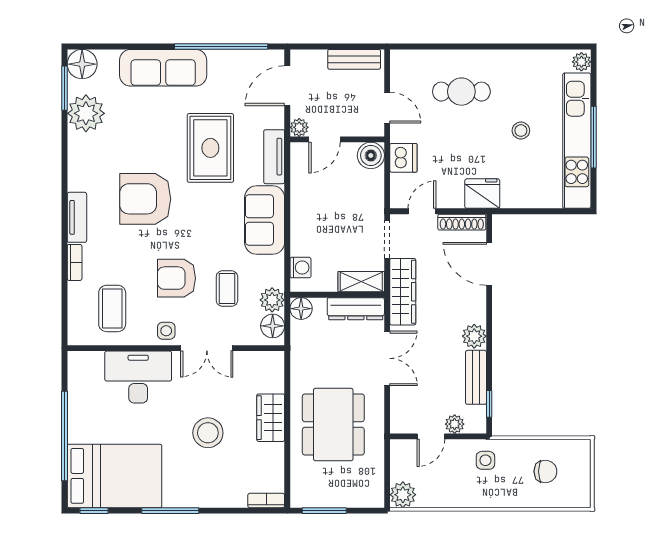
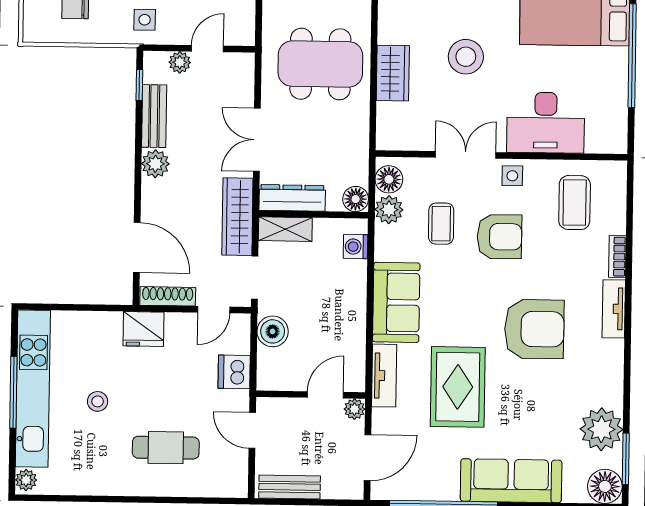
boiler: (371, 155) -> (273, 331), moved
dining table: (333, 425) -> (320, 64), turned 90

